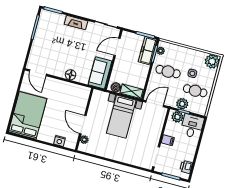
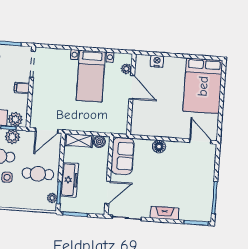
freezer: (148, 51) -> (69, 180), moved
bed with nightstands: (121, 117) -> (91, 76), moved, turned 180

